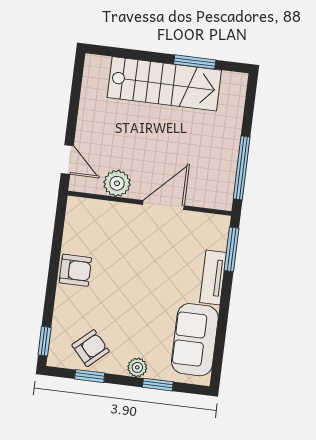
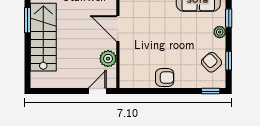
armchair: (75, 270) -> (165, 78), turned 90

